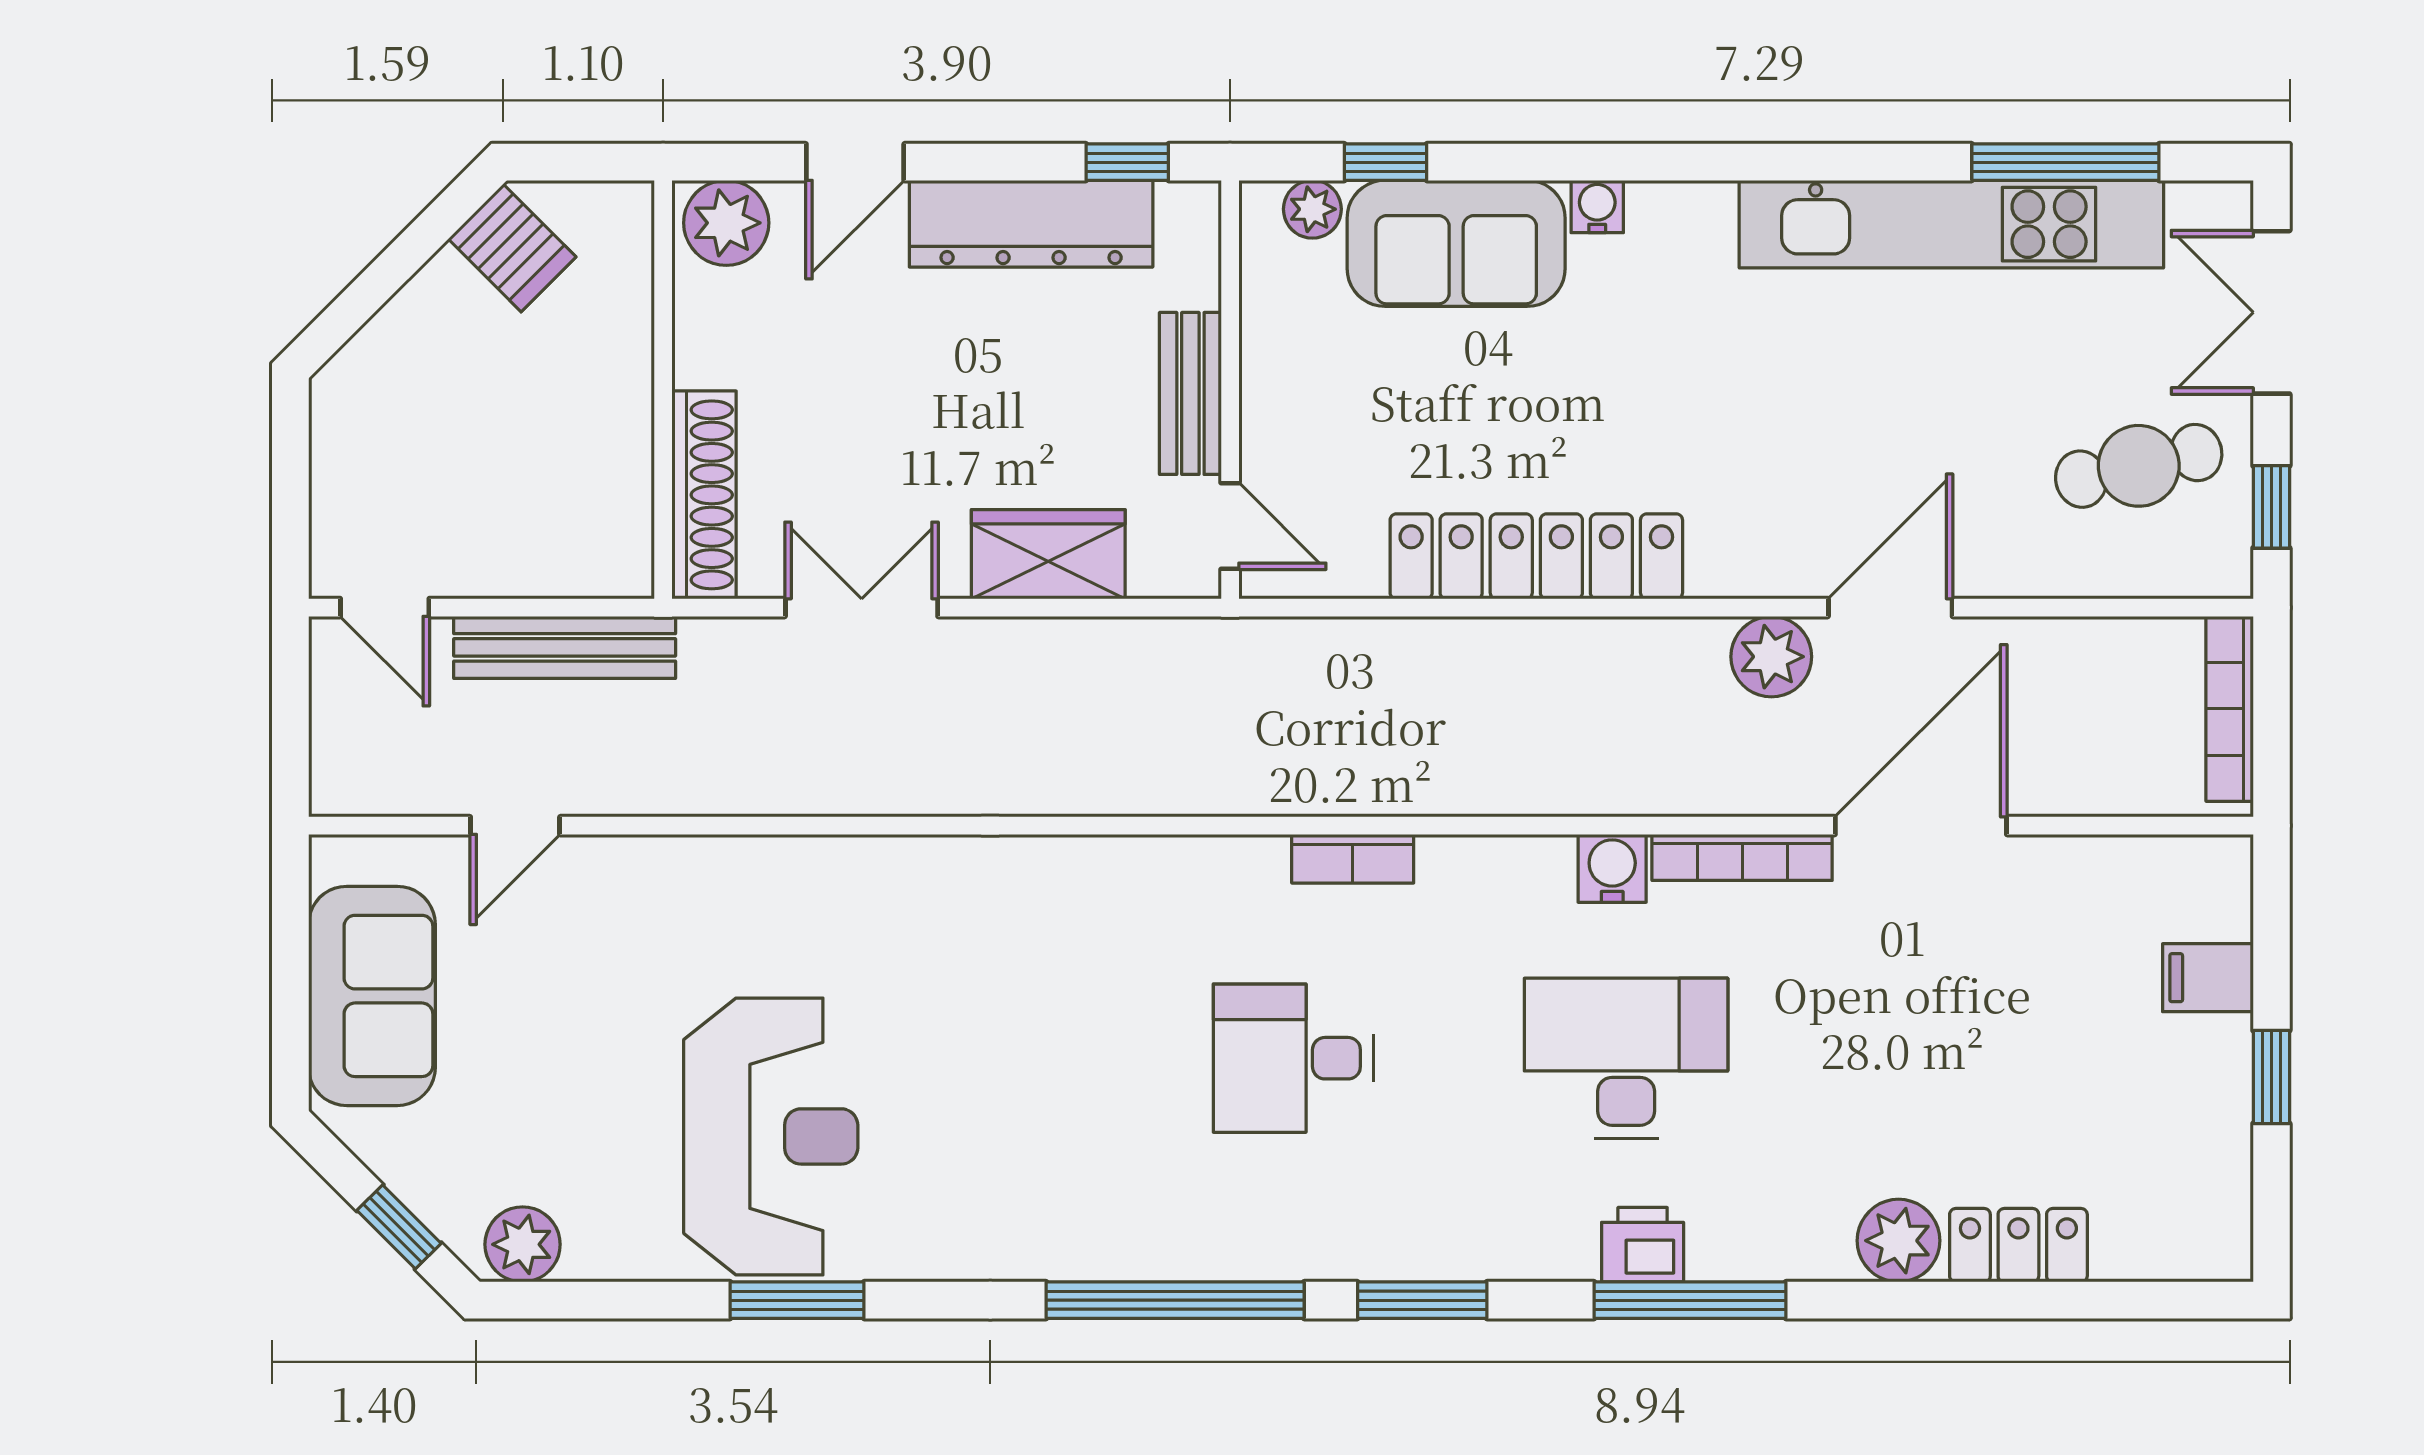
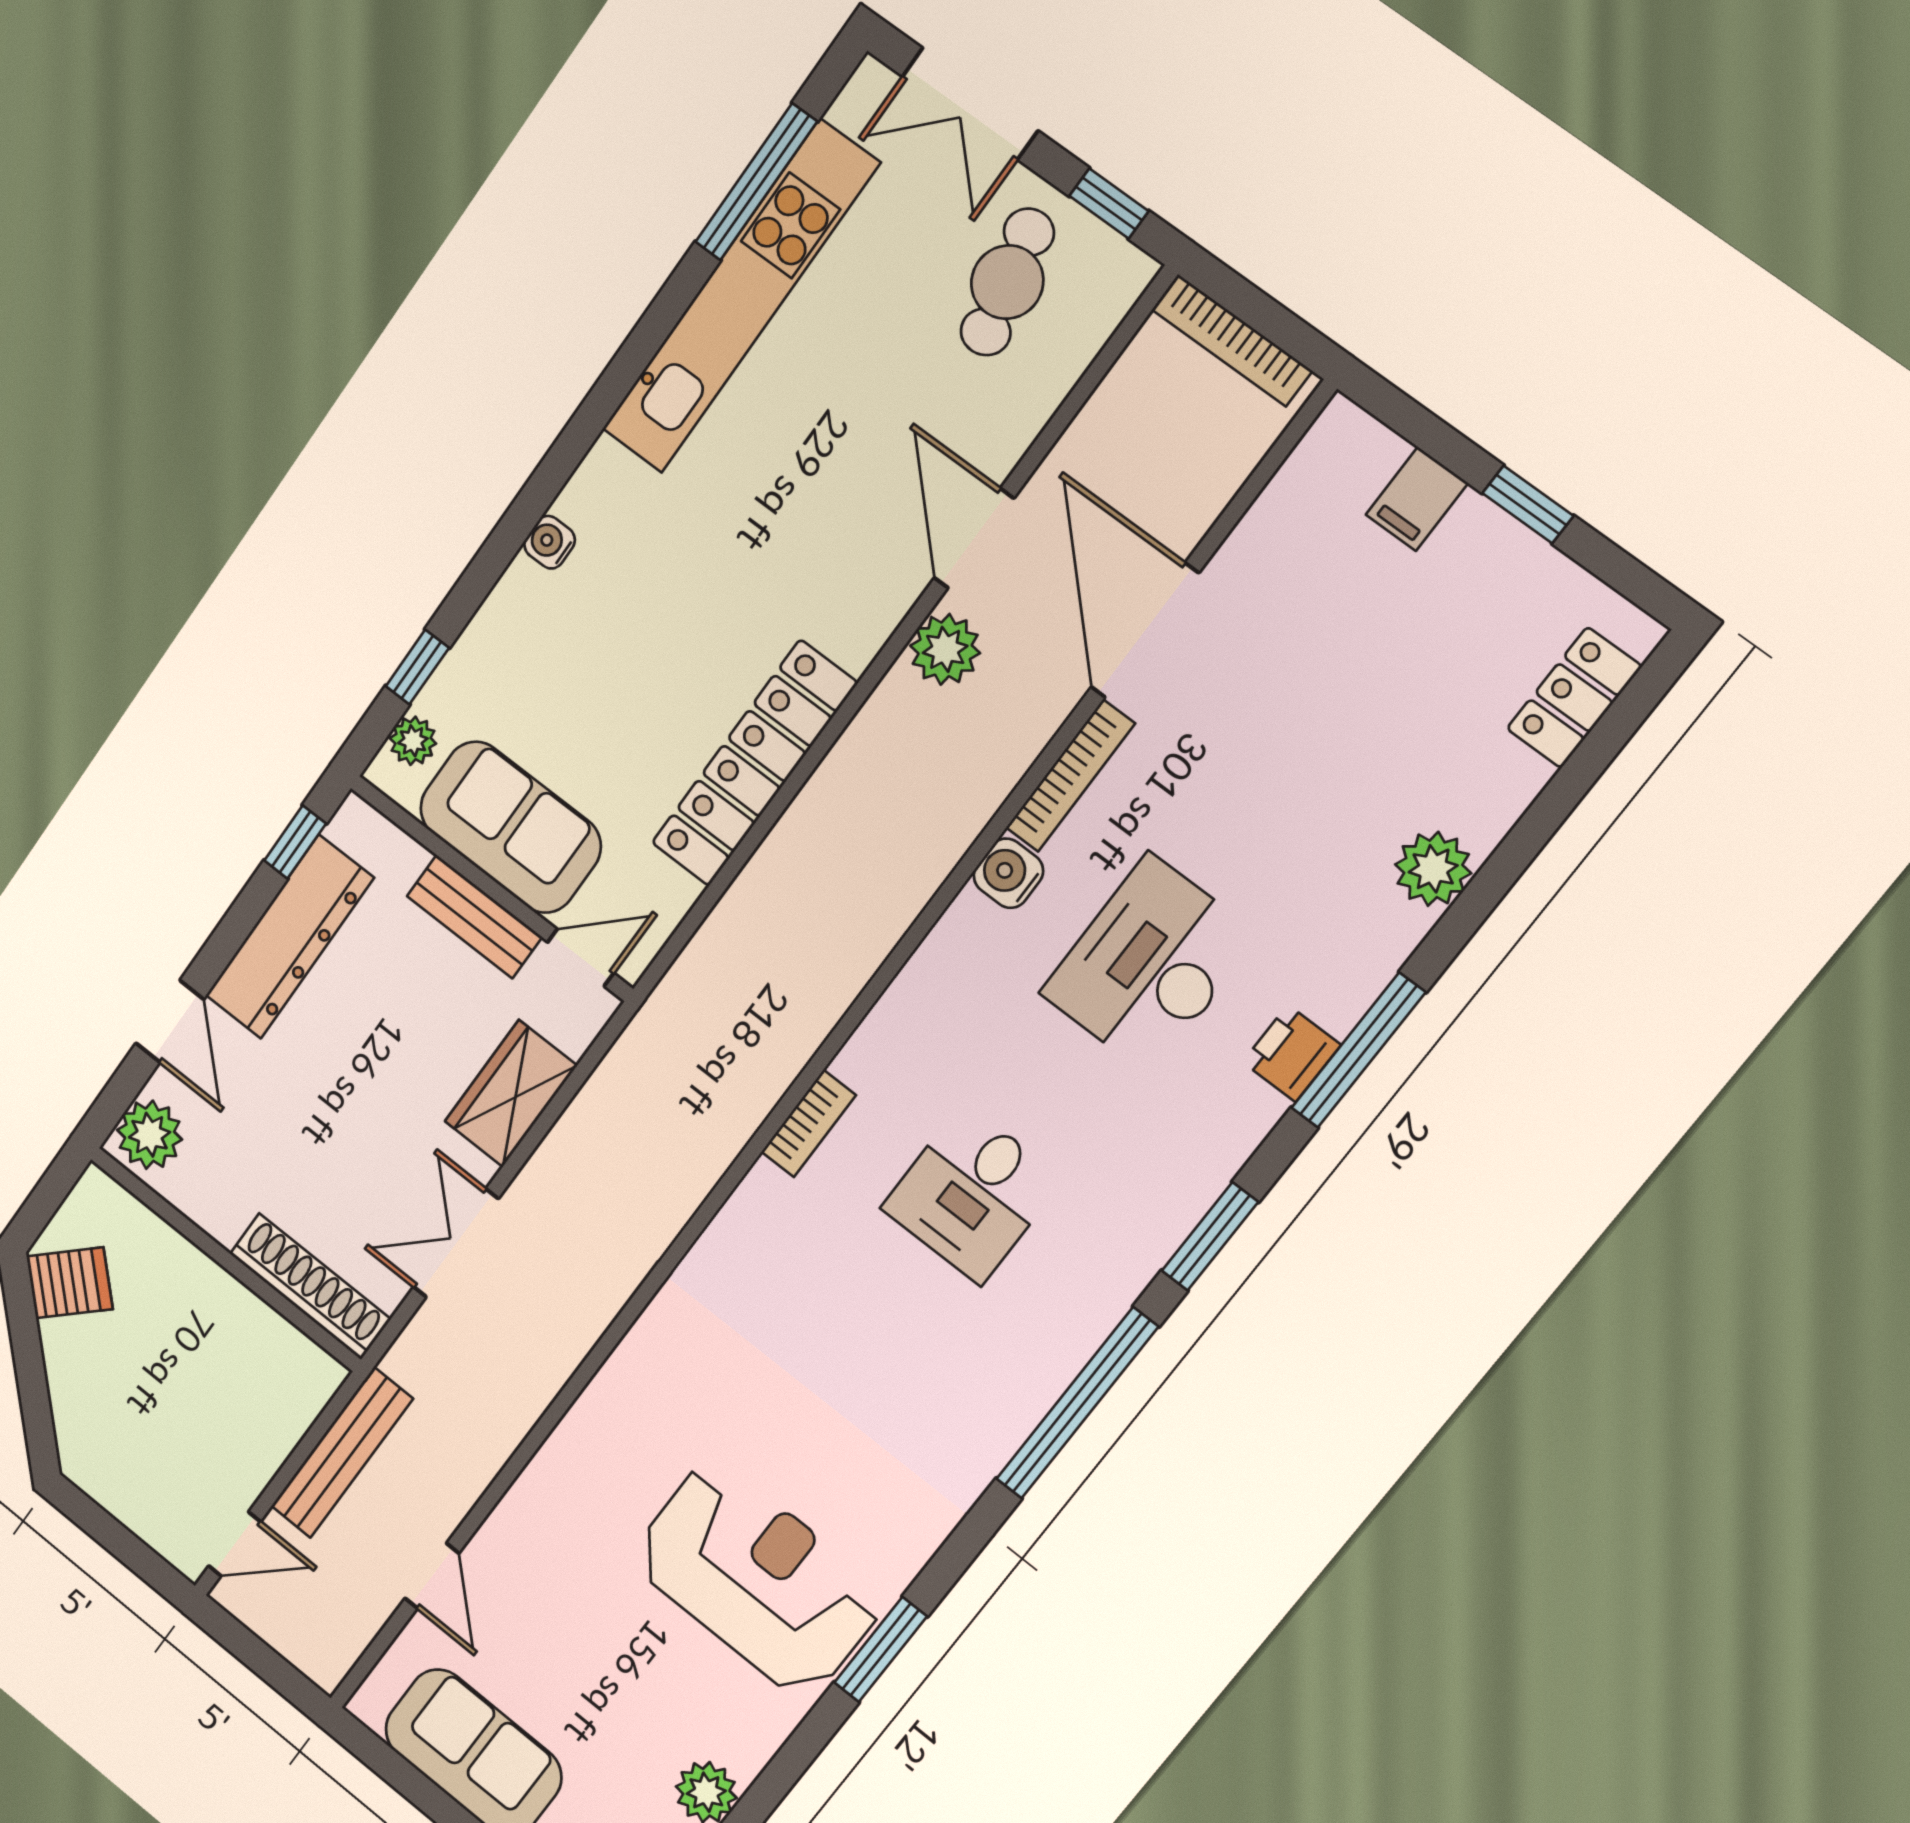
sofa: (1456, 243) -> (510, 827), moved, turned -90
bookcase: (1353, 859) -> (808, 1123), moved
locker: (2018, 1245) -> (1574, 698), moved

